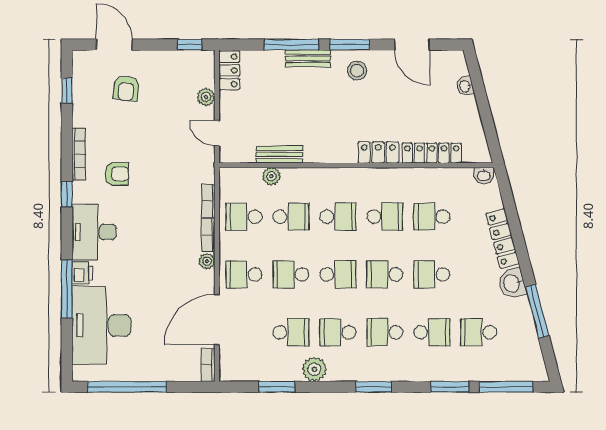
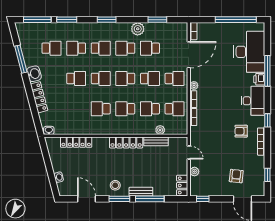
locker: (378, 152) -> (126, 142), moved, width x1.53
school desk: (432, 217) -> (76, 109), removed
school desk: (338, 332) -> (125, 48), turned 180

